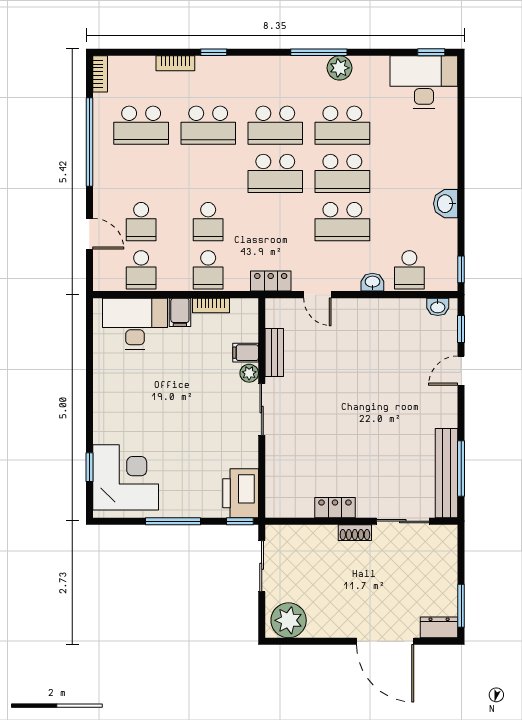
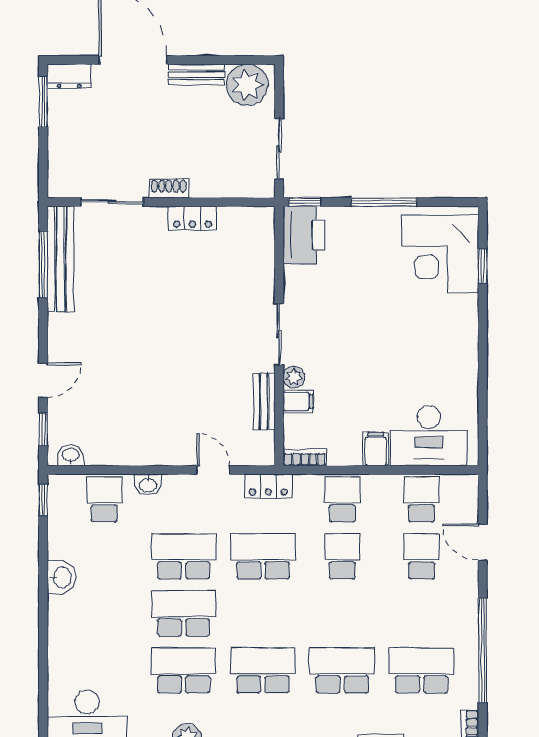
school desk: (275, 173) -> (263, 556), moved
bookcase: (211, 305) -> (305, 457), moved
bench: (331, 629) -> (196, 75), added

